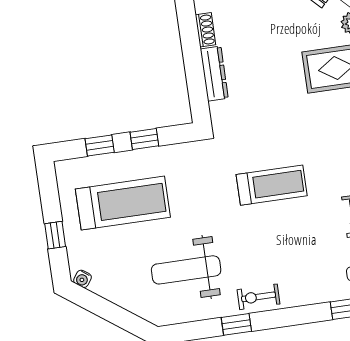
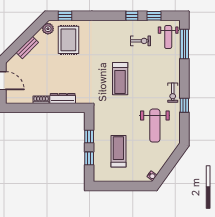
treadmill: (272, 185) -> (120, 79), turned 180
treadmill: (123, 203) -> (118, 151), width x0.73, depth x0.73
window: (55, 235) -> (129, 186), removed

